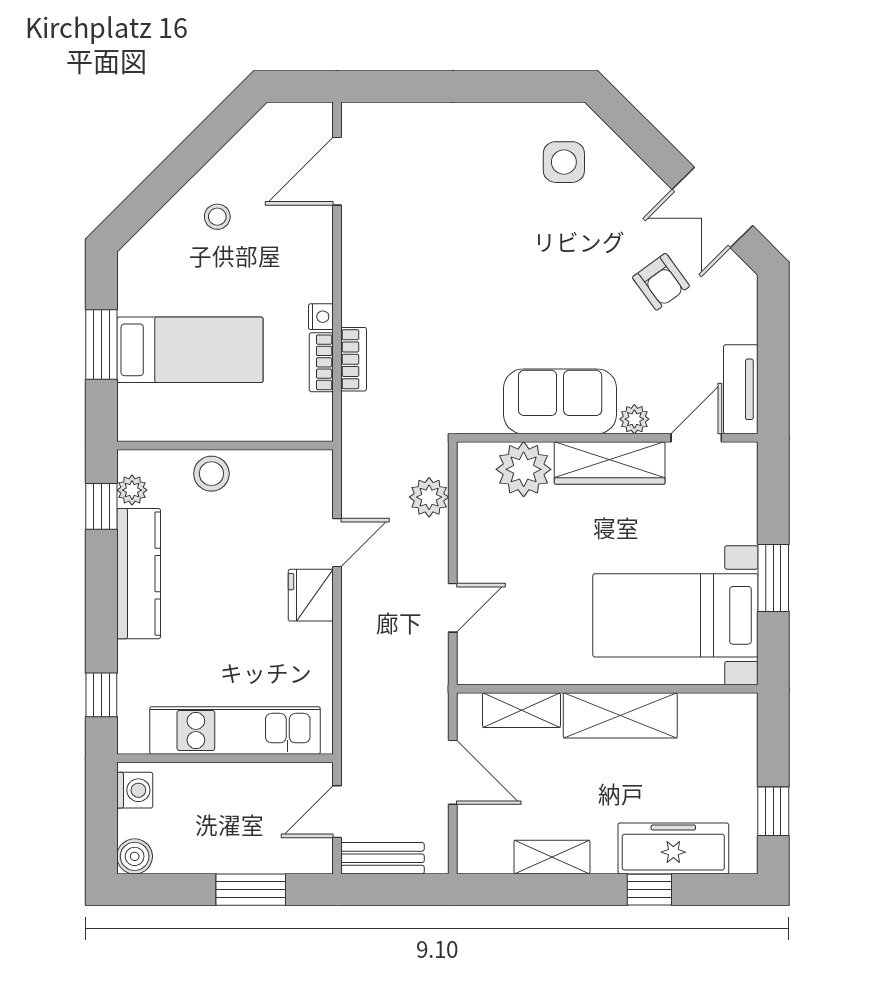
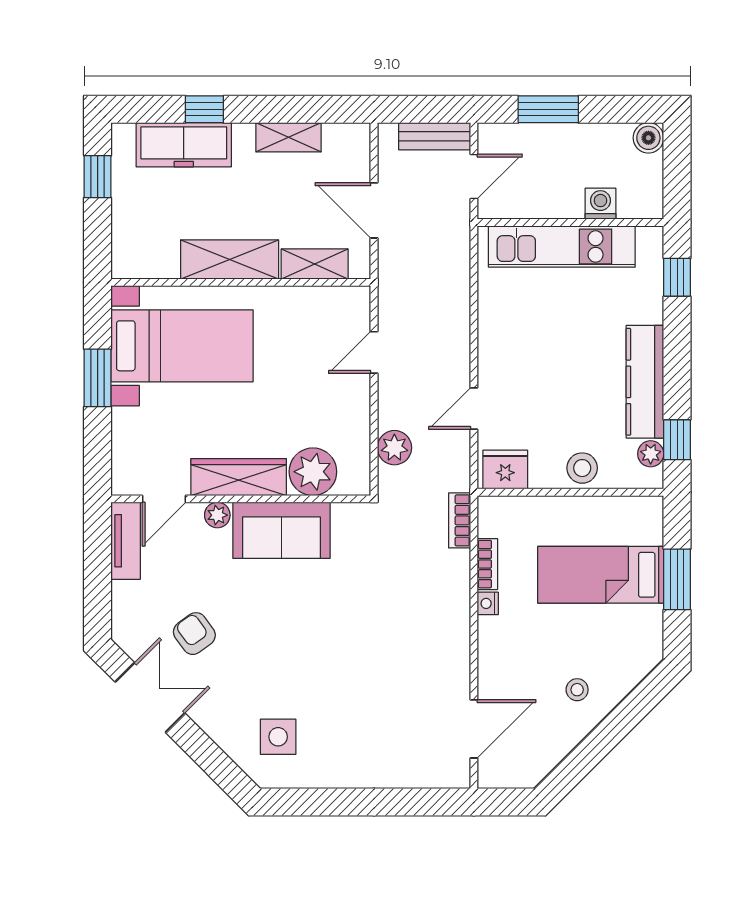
bookcase: (354, 359) -> (460, 520), moved
fridge: (311, 595) -> (505, 470), moved, turned -90
washing machine: (135, 790) -> (600, 204), moved, turned 90

